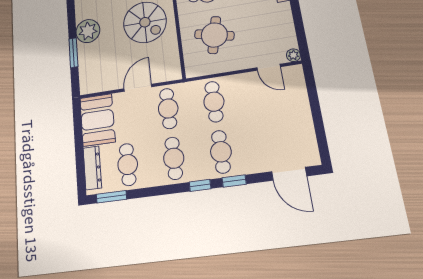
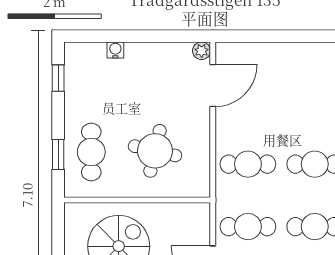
door: (269, 67) -> (213, 86), width x1.38

